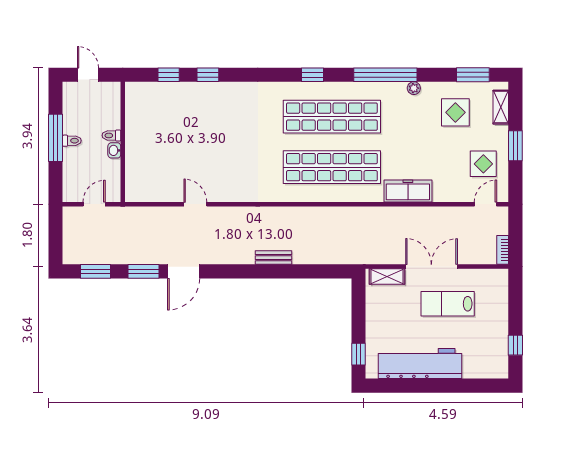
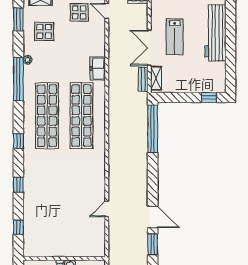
window: (208, 75) -> (18, 185), moved
window: (313, 75) -> (18, 141), moved
freezer: (408, 191) -> (98, 68), width x0.71
bench: (273, 258) -> (143, 79), moved
window: (313, 271) -> (153, 129), added
workbench: (420, 364) -> (215, 33), moved

